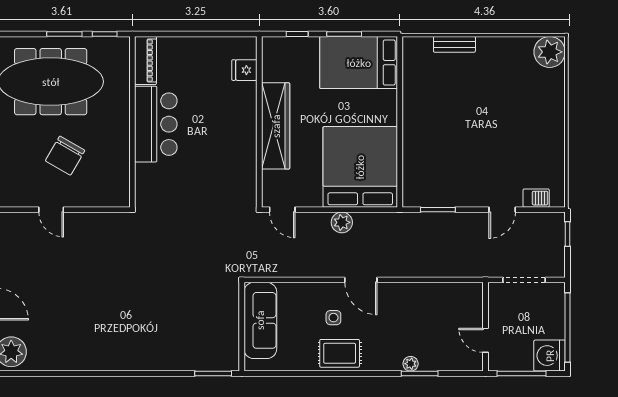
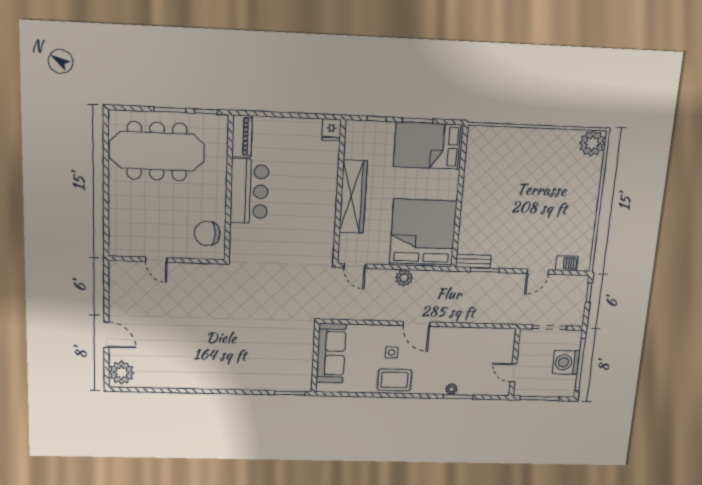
bench: (454, 44) -> (473, 261), moved
fridge: (244, 70) -> (332, 130), moved, turned -90
chair: (65, 156) -> (207, 233), moved, turned 60
washing machine: (550, 356) -> (566, 362), moved

